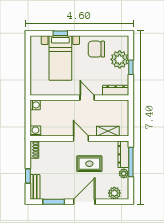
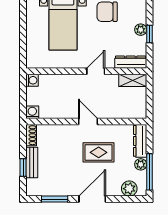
plant: (120, 59) -> (141, 30), width x0.53, depth x0.53
door: (87, 98) -> (96, 71), hinge flipped
shelving: (108, 131) -> (133, 80), moved
window: (131, 162) -> (149, 172), moved
bench: (35, 187) -> (32, 162), moved

